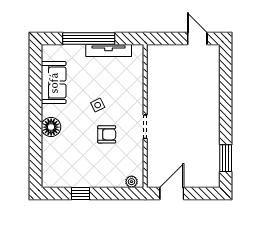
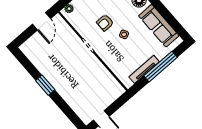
sofa: (54, 83) -> (159, 26), width x1.36
window: (226, 158) -> (45, 85), moved

